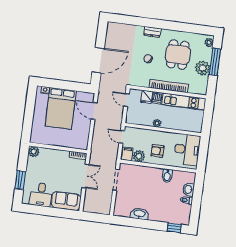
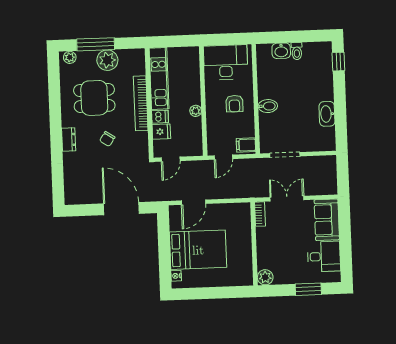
plant: (139, 156) -> (246, 128), removed
bidet: (167, 176) -> (268, 106), moved

